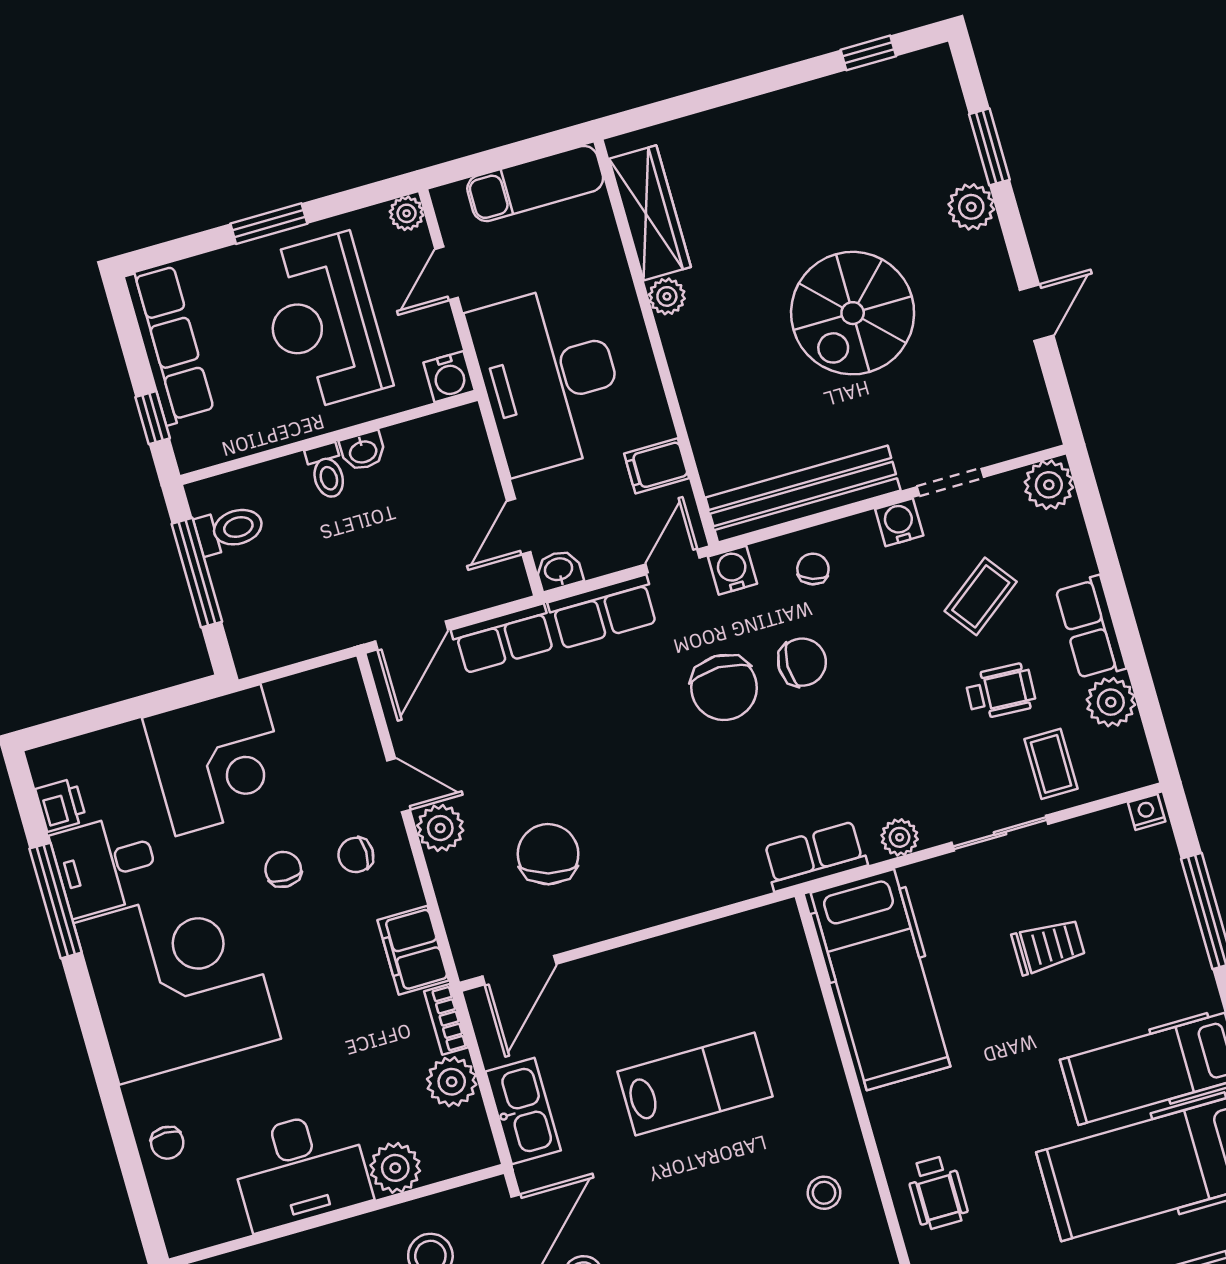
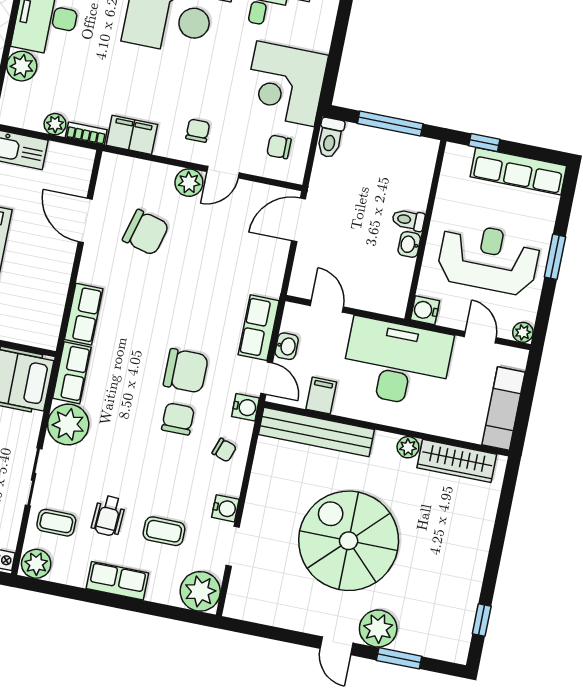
plant: (971, 207) -> (378, 629), width x1.36, depth x1.36
spiral stairs: (853, 313) -> (349, 541), width x1.37, depth x1.37
door: (1037, 313) -> (337, 646), moved
plant: (1049, 485) -> (200, 591), width x1.36, depth x1.36
bench: (803, 494) -> (316, 432), moved, turned 90
toilet: (230, 530) -> (330, 138), moved
washbasin: (559, 570) -> (287, 346), moved
coffee table: (981, 596) -> (164, 531), turned -53
door: (412, 635) -> (299, 220), hinge flipped
row of seats: (504, 639) -> (84, 314), moved, turned 180
chair: (802, 662) -> (178, 419), turned 180
chair: (724, 688) -> (186, 371), turned 180
plant: (1111, 702) -> (36, 564), moved
plant: (900, 837) -> (68, 425), width x1.88, depth x1.88
chair: (283, 869) -> (279, 147), moved, turned 180
door: (519, 970) -> (85, 221), moved
plant: (452, 1082) -> (55, 124), width x0.73, depth x0.73

